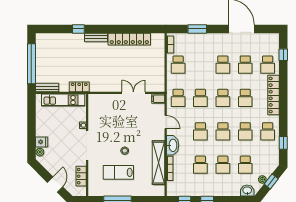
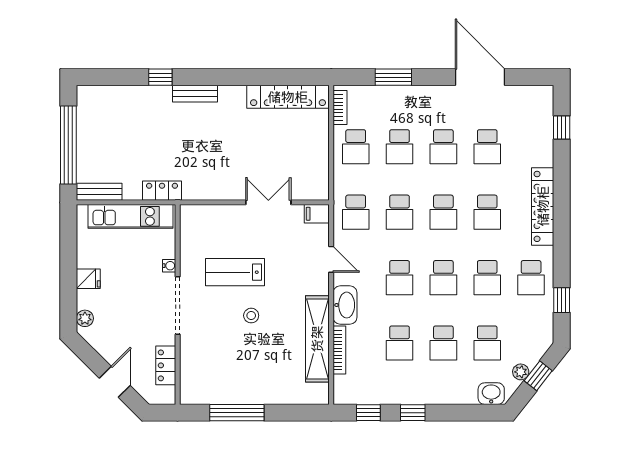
locker: (129, 39) -> (288, 97), moved
school desk: (268, 65) -> (400, 147), moved
fridge: (42, 142) -> (88, 279), moved
lab bench: (118, 172) -> (235, 272), moved

